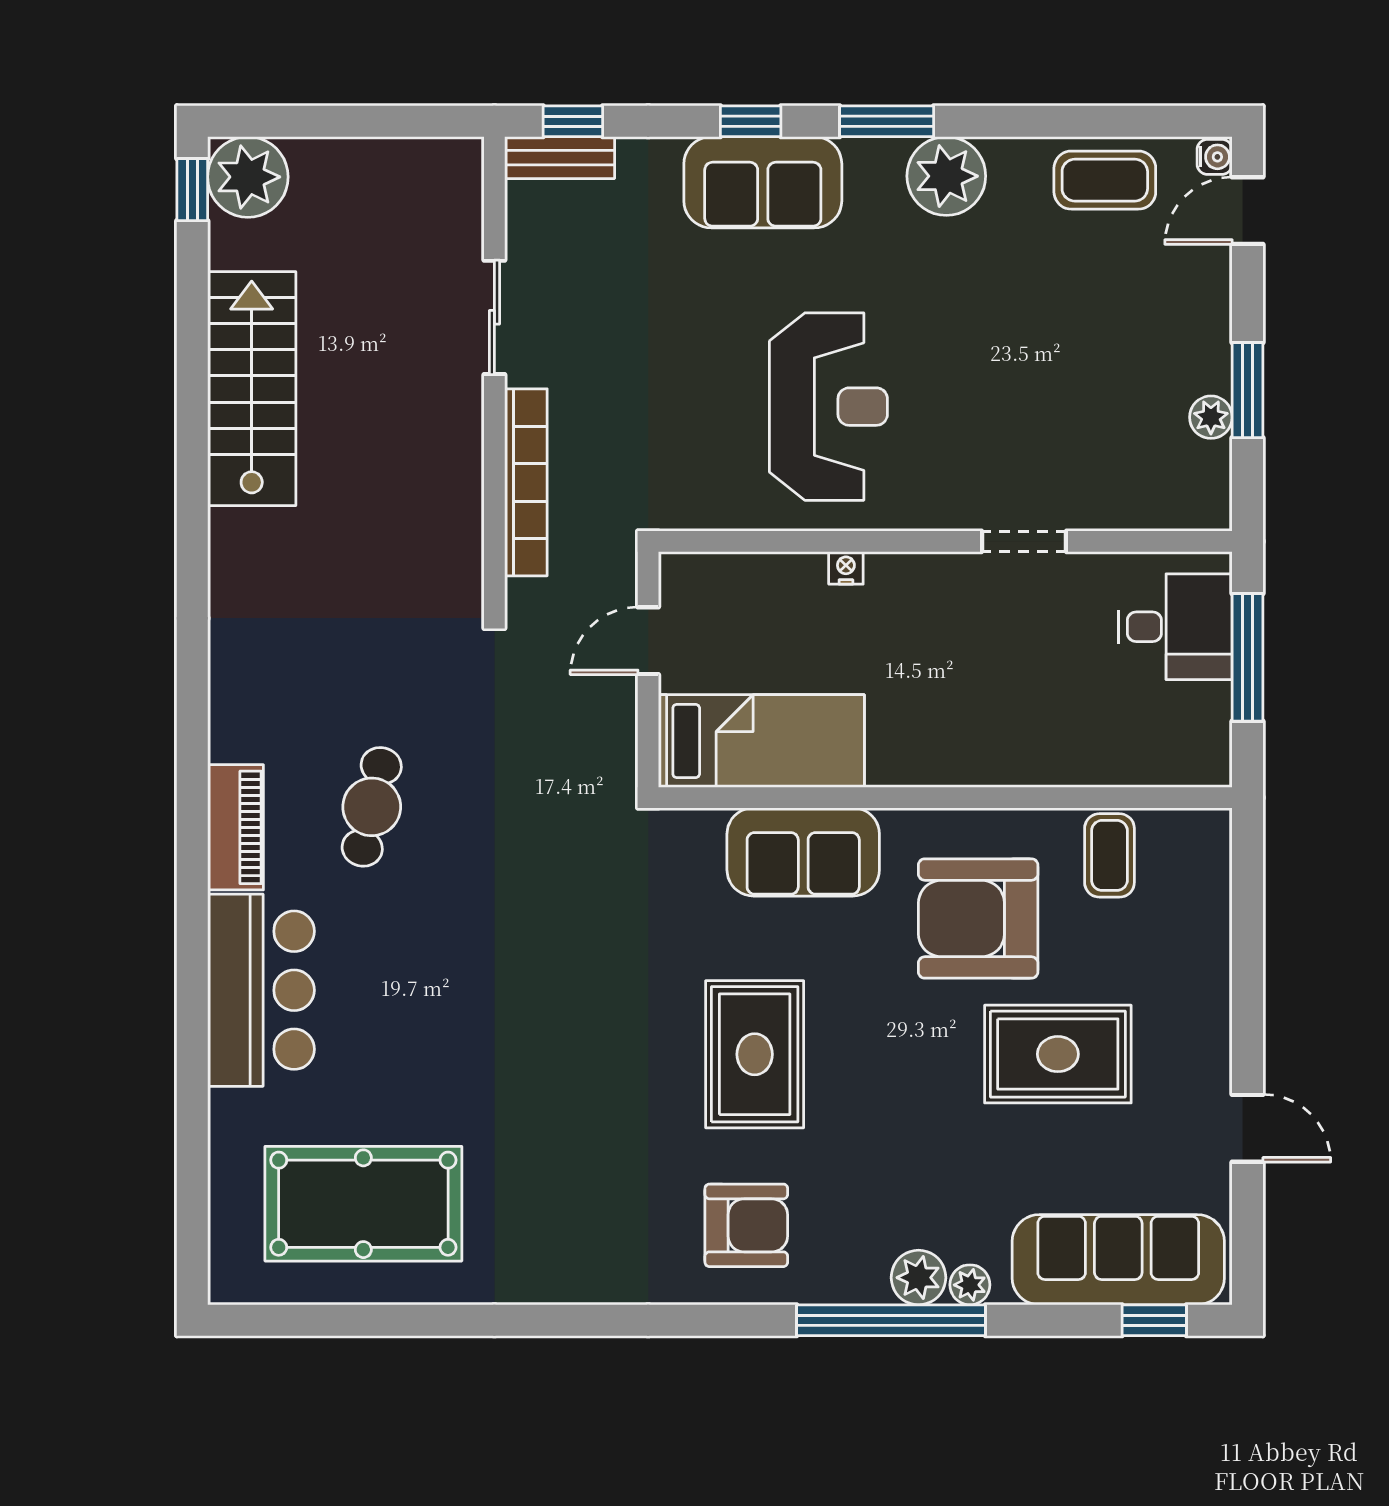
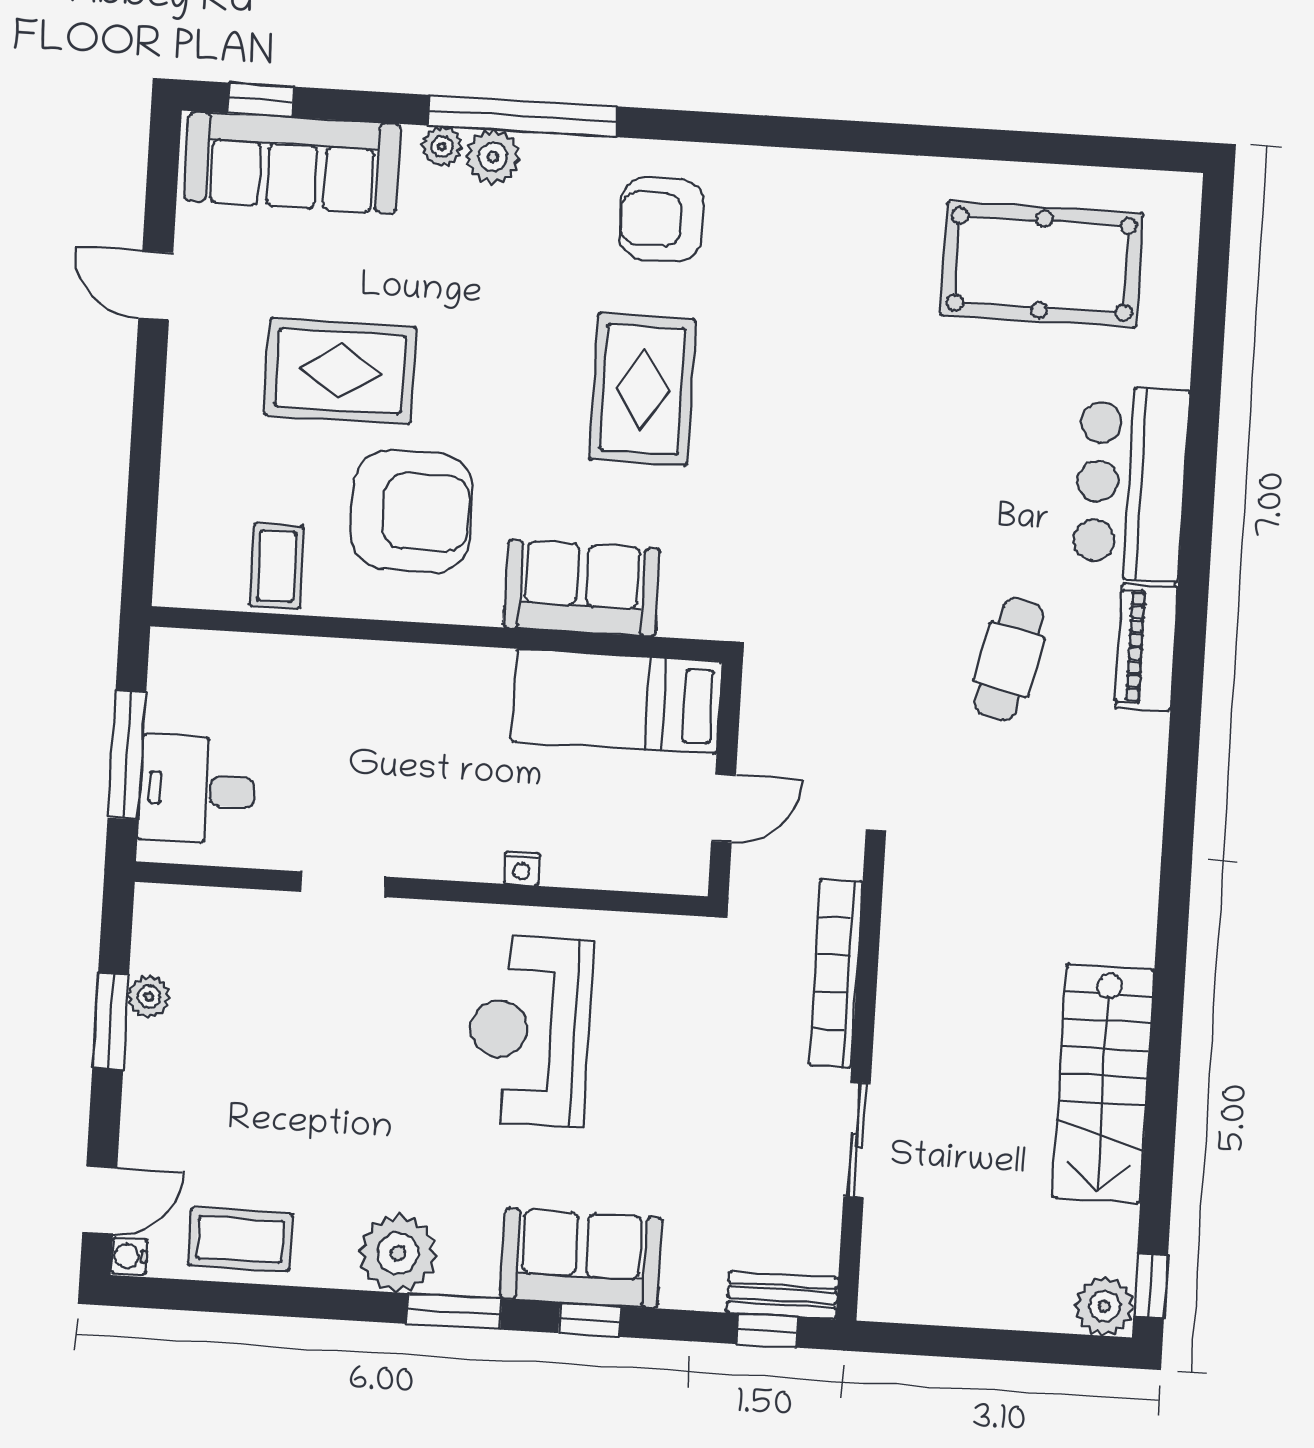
plant: (248, 177) -> (1104, 1306), width x0.73, depth x0.73

